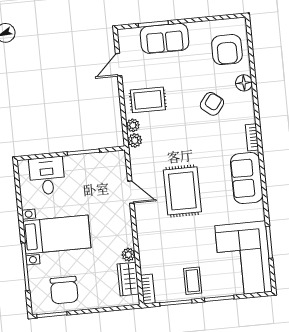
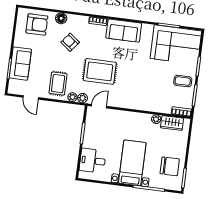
rug: (182, 191) -> (100, 71), moved
door: (131, 192) -> (99, 106), moved

